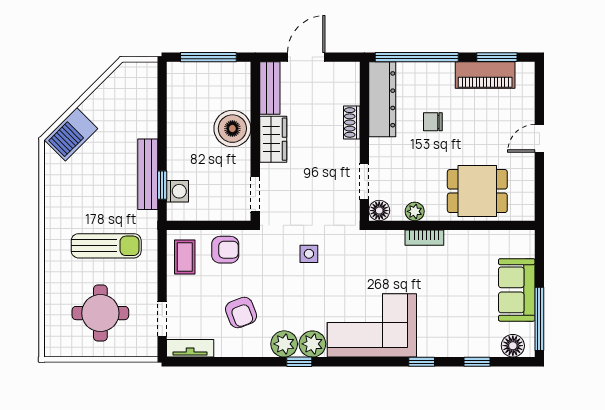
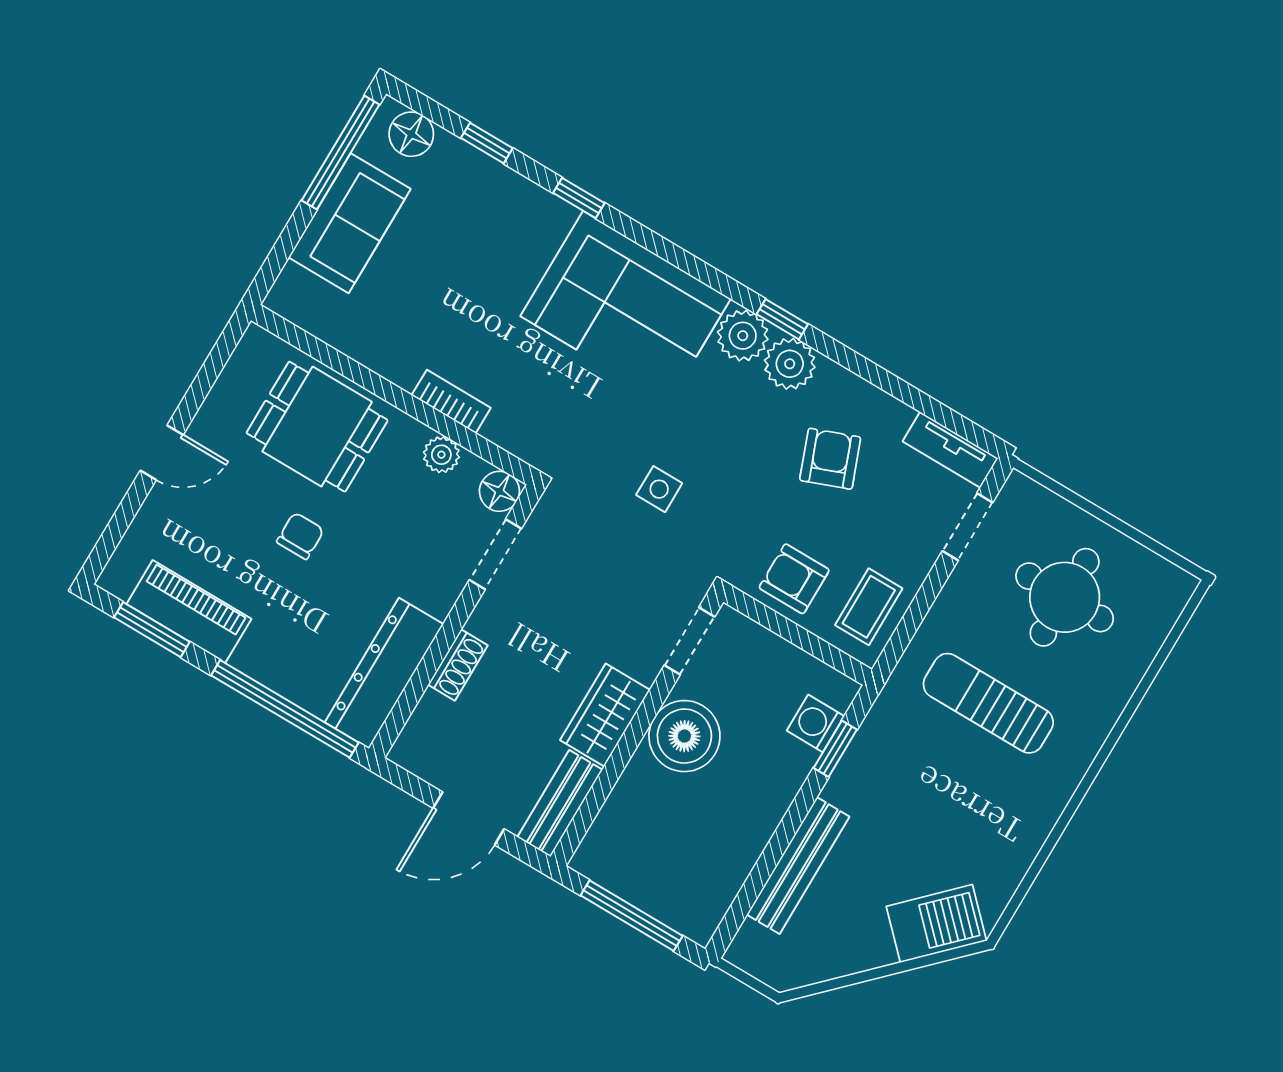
chair: (433, 122) -> (300, 536), moved, turned -90
boiler: (232, 129) -> (684, 736), moved
bench: (148, 174) -> (798, 866), moved

